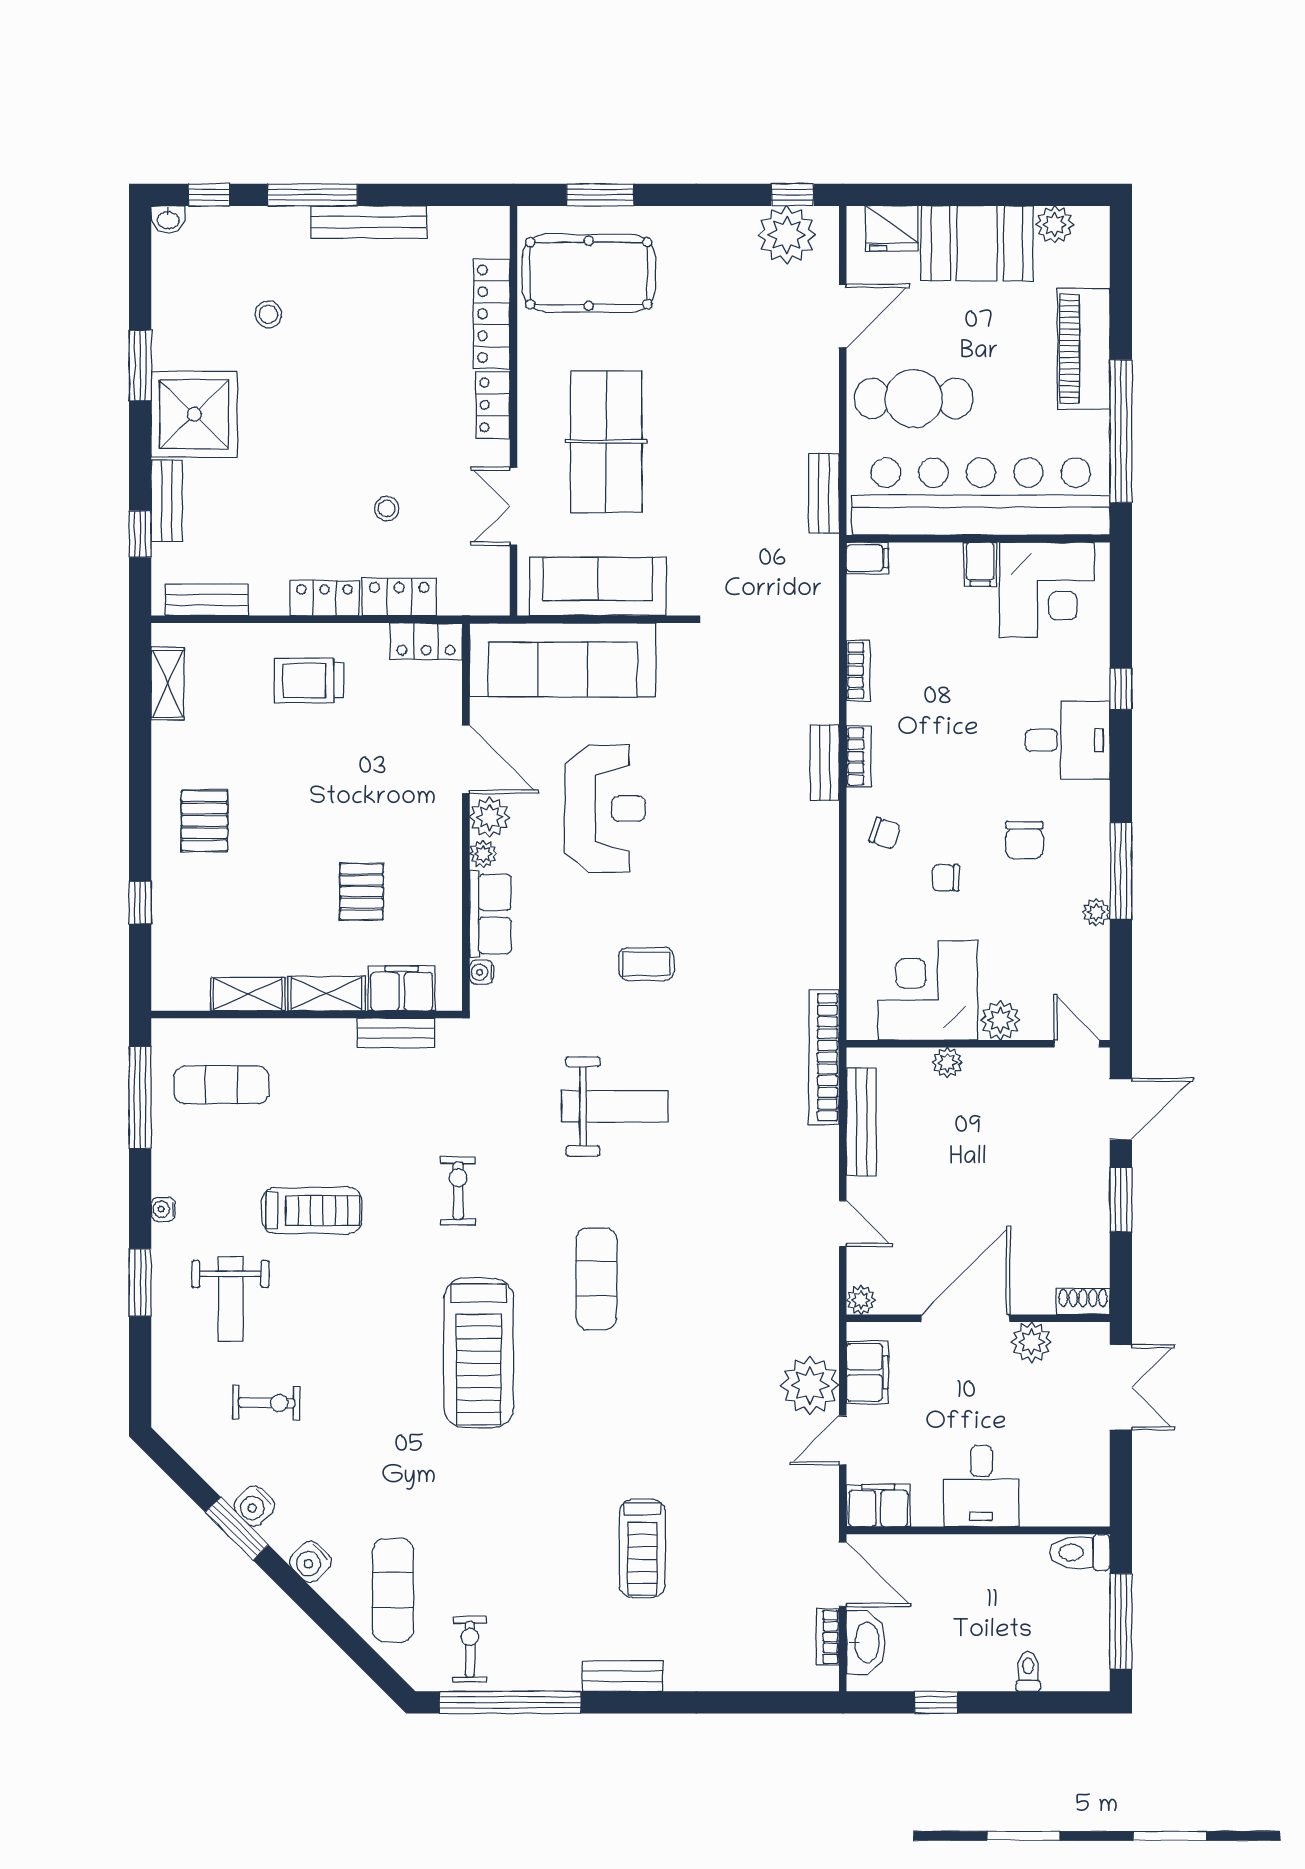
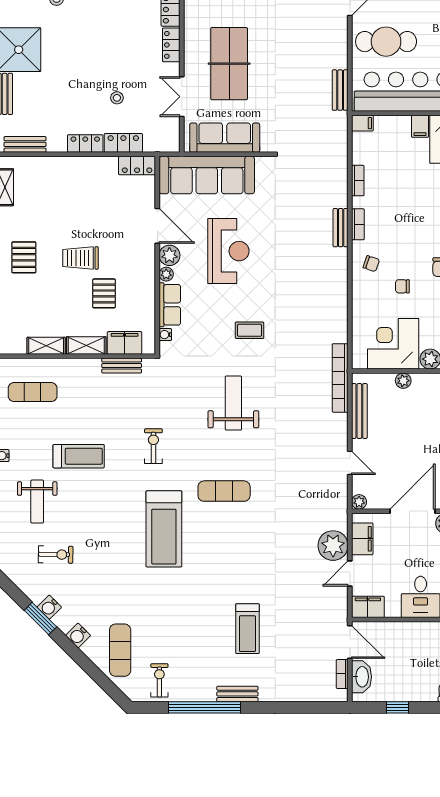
trolley: (309, 680) -> (80, 258), moved
weight bench: (615, 1106) -> (233, 403), turned -90
exercise mat: (596, 1279) -> (224, 491), turned 90
window: (510, 1702) -> (205, 707), moved

